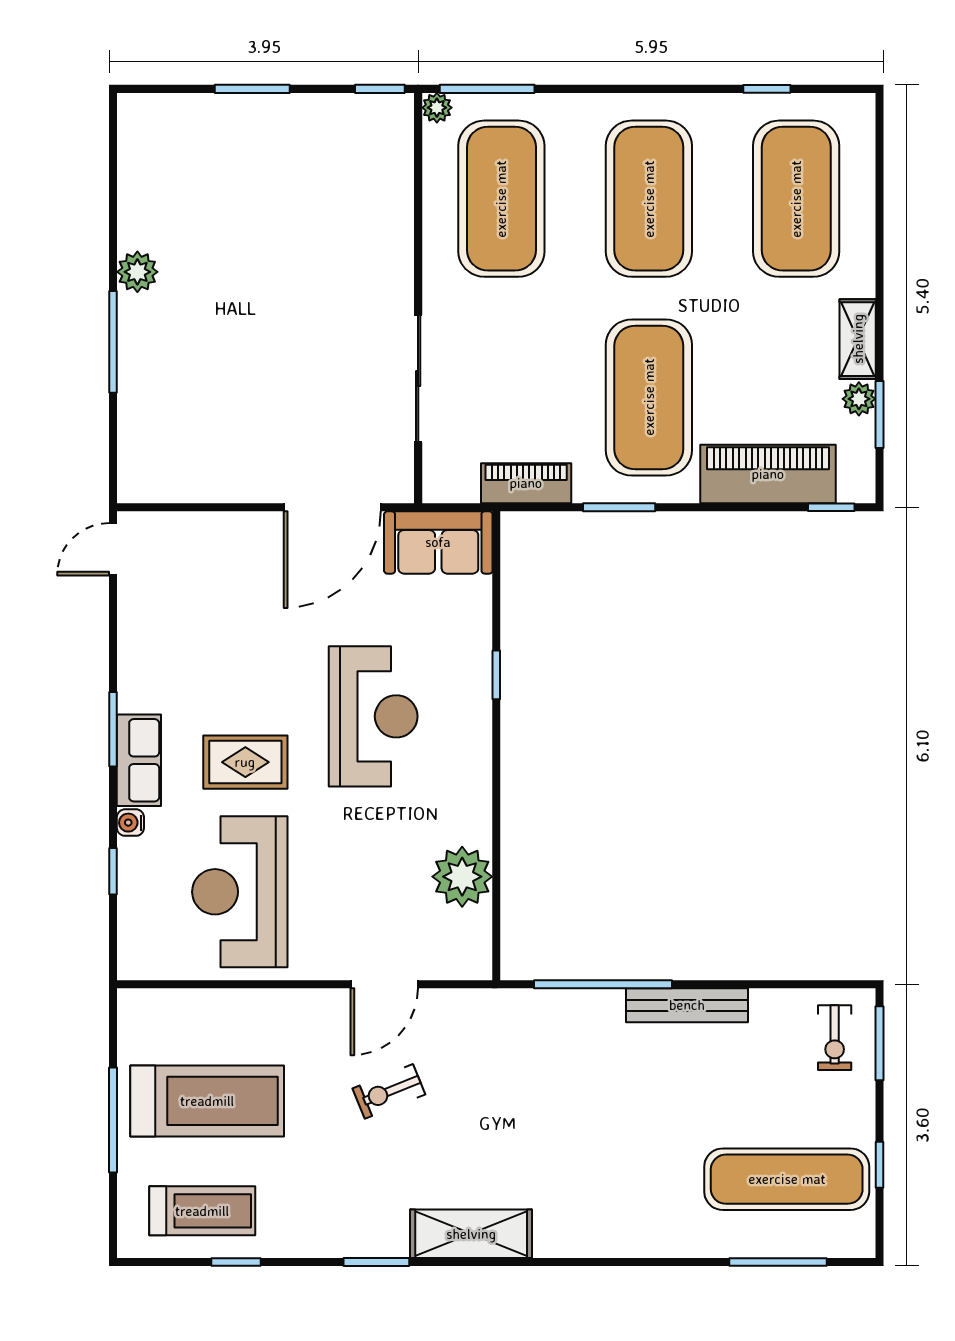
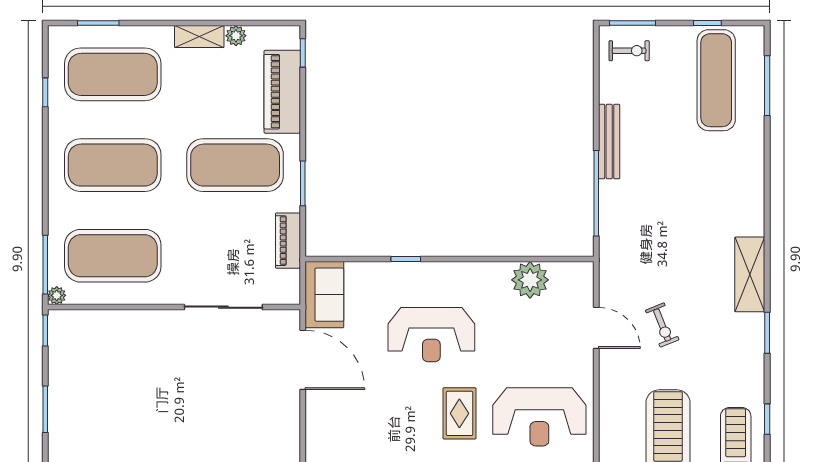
window: (880, 415) -> (98, 23), moved
reception desk: (373, 716) -> (431, 335), turned 180

